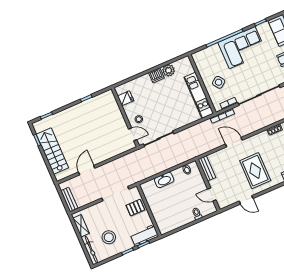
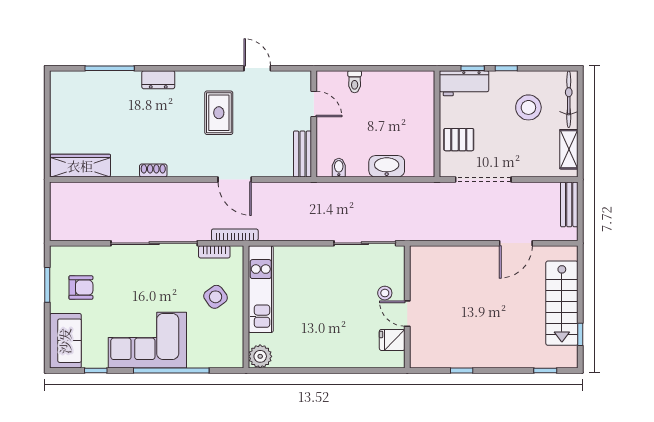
plant: (168, 70) -> (260, 356), moved
dishwasher: (156, 75) -> (320, 357), removed
door: (133, 134) -> (407, 314), moved
rug: (255, 171) -> (219, 113), width x0.73, depth x0.70

